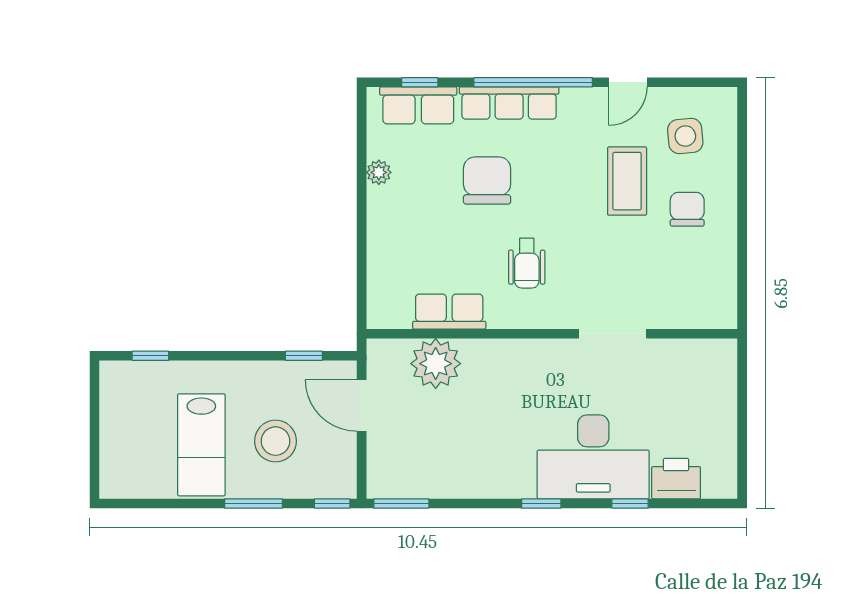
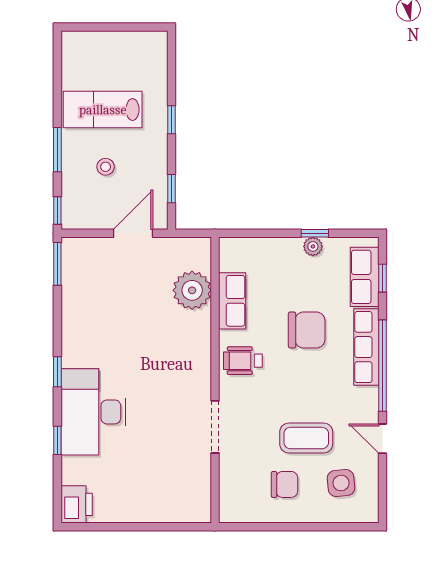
window: (362, 170) -> (315, 233), added
row of seats: (449, 312) -> (232, 301), moved
wall: (552, 334) -> (215, 380), moved
doorway: (613, 334) -> (215, 427), moved
window: (150, 356) -> (171, 120), moved
plant: (436, 364) -> (192, 290), moved
stool: (276, 441) -> (106, 167), width x0.53, depth x0.53
printer: (676, 479) -> (77, 504), moved

